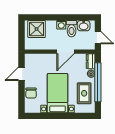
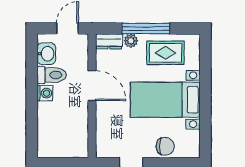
shower: (37, 29) -> (52, 137), removed
window: (98, 82) -> (146, 28), width x0.68

